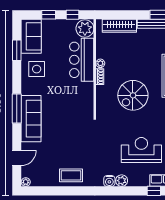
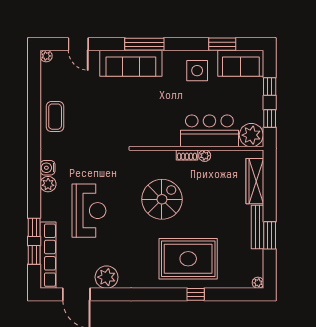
spiral stairs: (133, 95) -> (162, 199), turned 90

